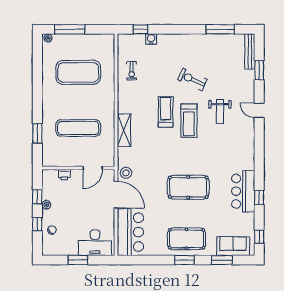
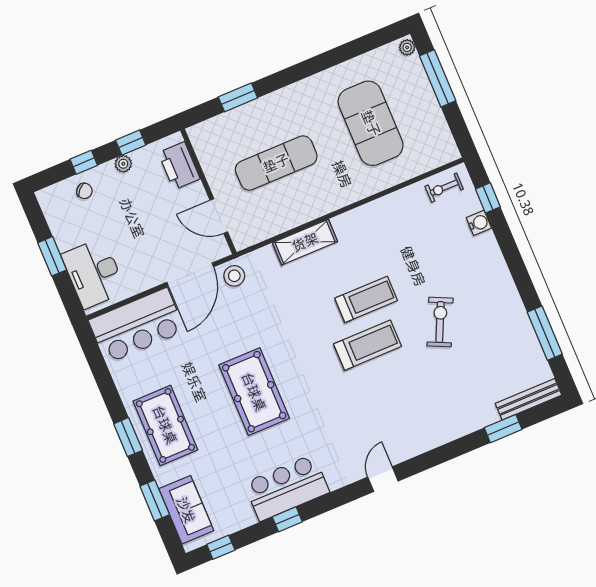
exercise bike: (132, 71) -> (444, 188), moved
door: (259, 110) -> (383, 479), moved
weight bench: (220, 112) -> (405, 391), removed
treadmill: (189, 121) -> (367, 345), turned 180
exercise mat: (78, 128) -> (276, 163), turned 90
printer: (64, 175) -> (179, 166), width x1.87, depth x1.48

